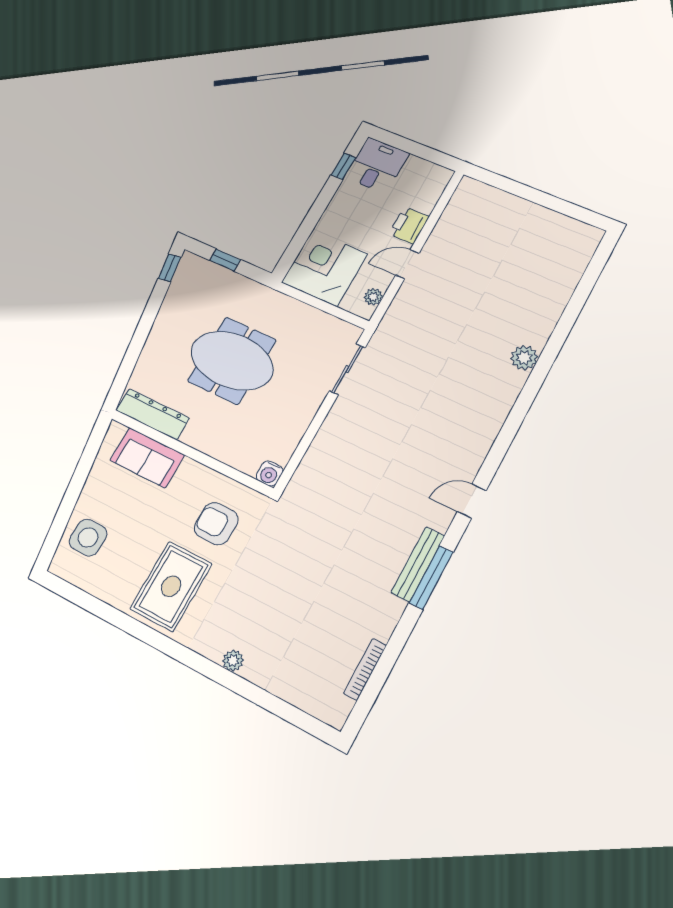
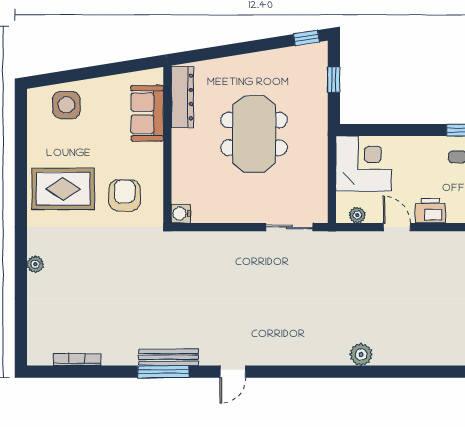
door: (472, 501) -> (233, 372), swing flipped

